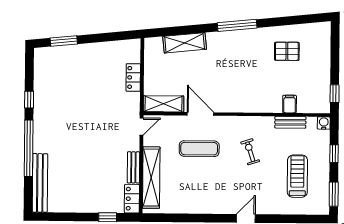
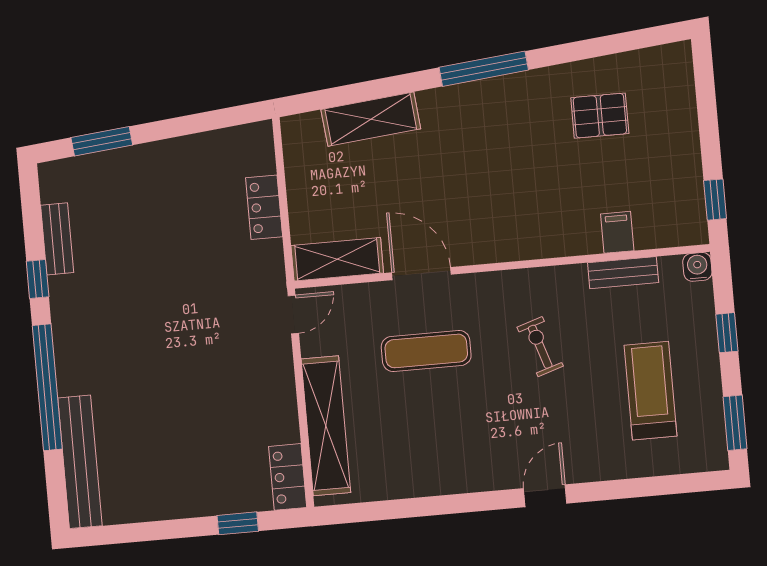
bench: (133, 167) -> (57, 239), moved

